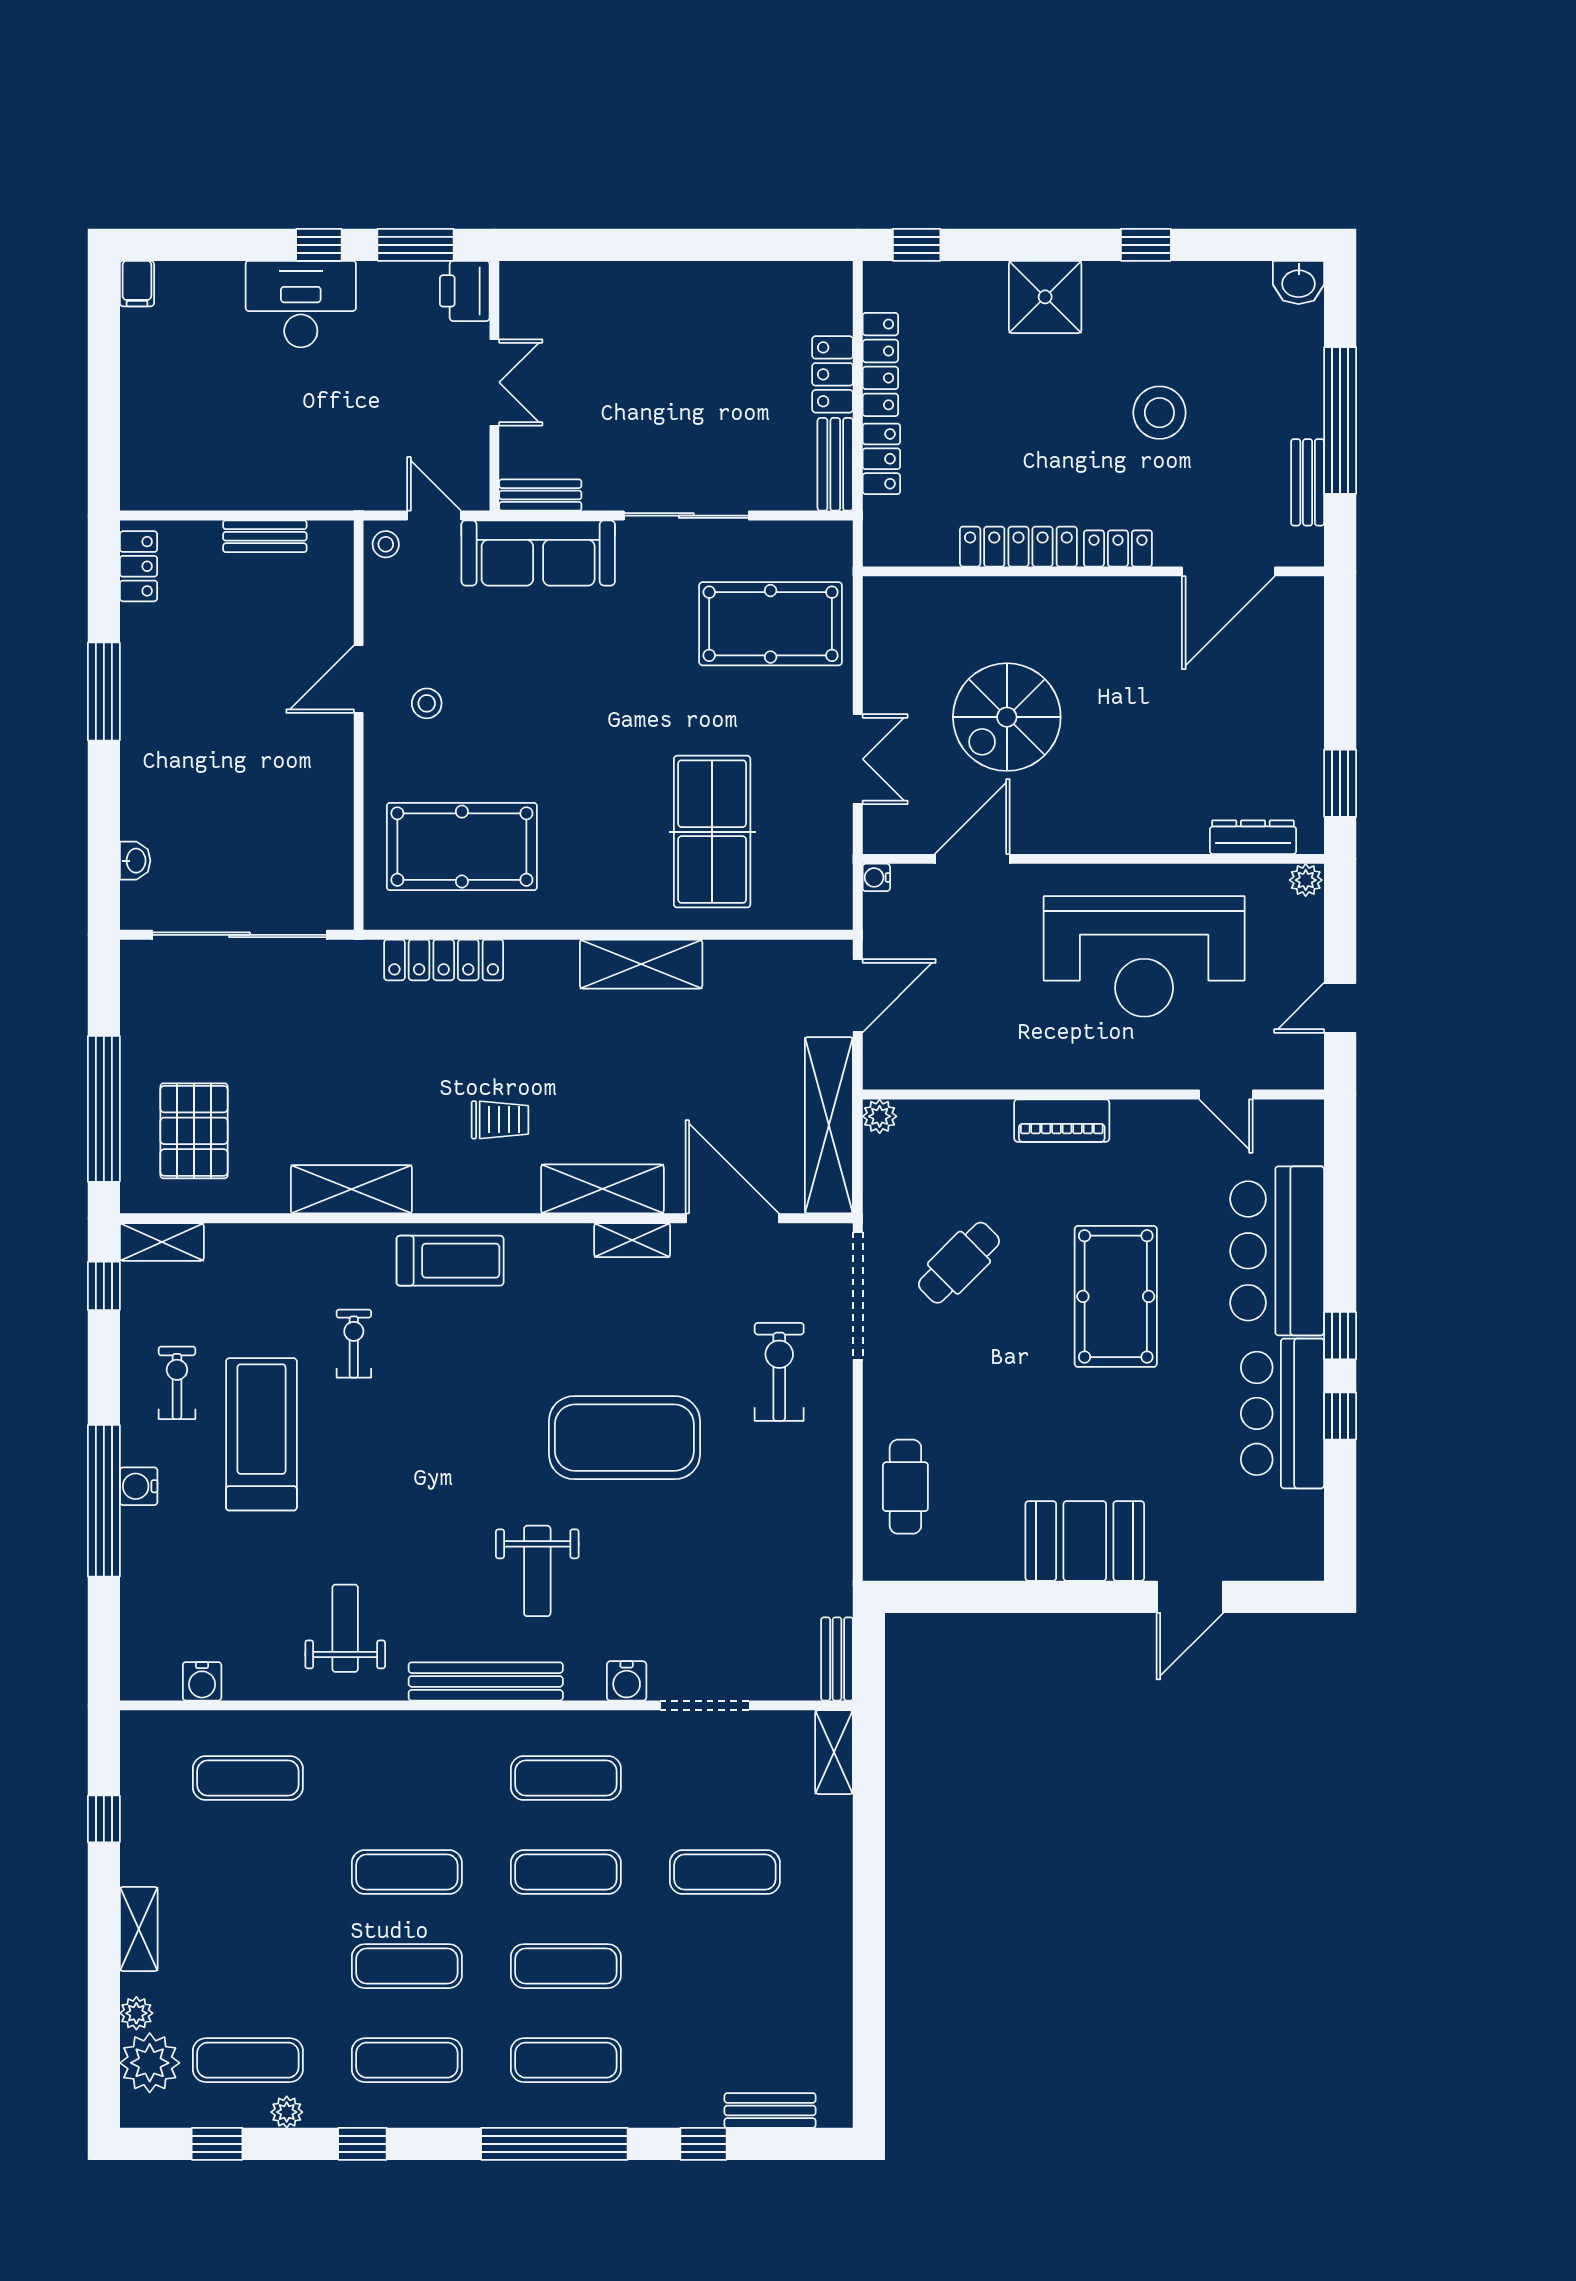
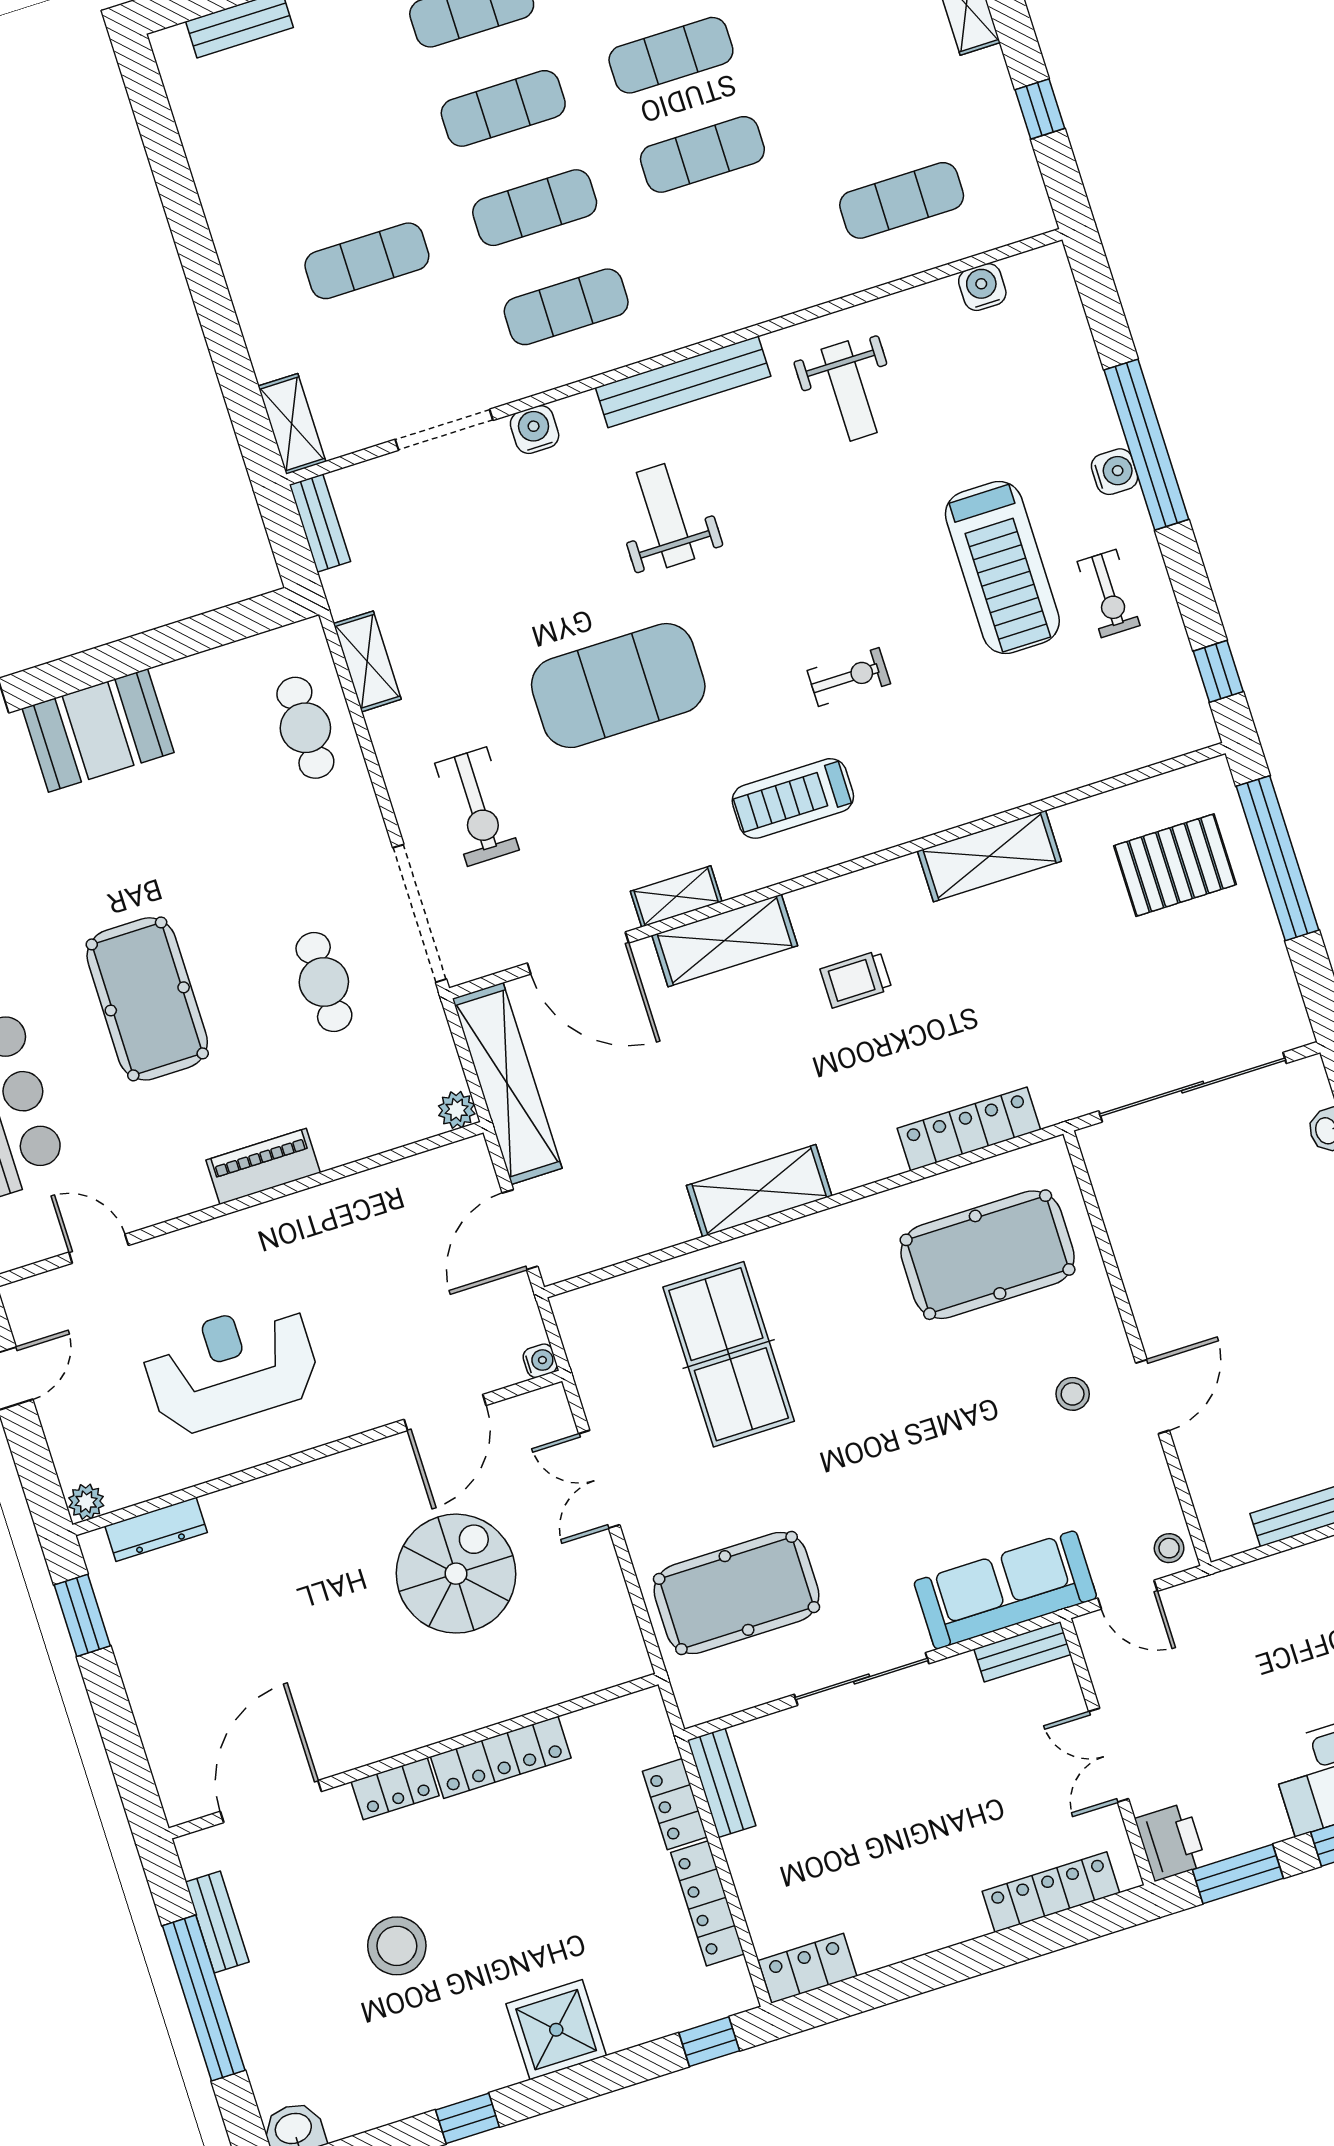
locker: (582, 280) -> (1051, 1892), added
locker: (833, 374) -> (808, 1968), moved, turned -90
reception desk: (1144, 956) -> (231, 1367), width x0.74, depth x0.77
pallet: (194, 1131) -> (1175, 865), turned 90
shelving: (162, 1242) -> (367, 661), moved, turned 90
treadmill: (450, 1261) -> (793, 798), moved
cafe table: (959, 1263) -> (324, 982), turned -45
exercise bike: (354, 1344) -> (849, 677), moved, turned -90

